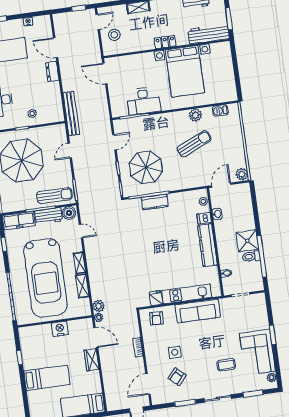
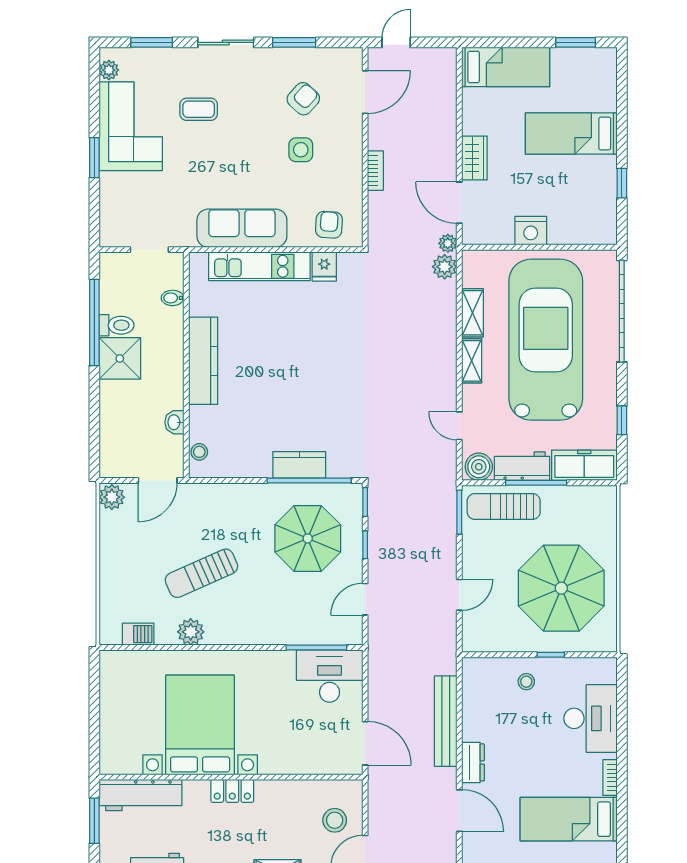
desk: (143, 101) -> (330, 676), moved
bench: (71, 114) -> (446, 721), moved
dishwasher: (204, 218) -> (202, 417), removed

